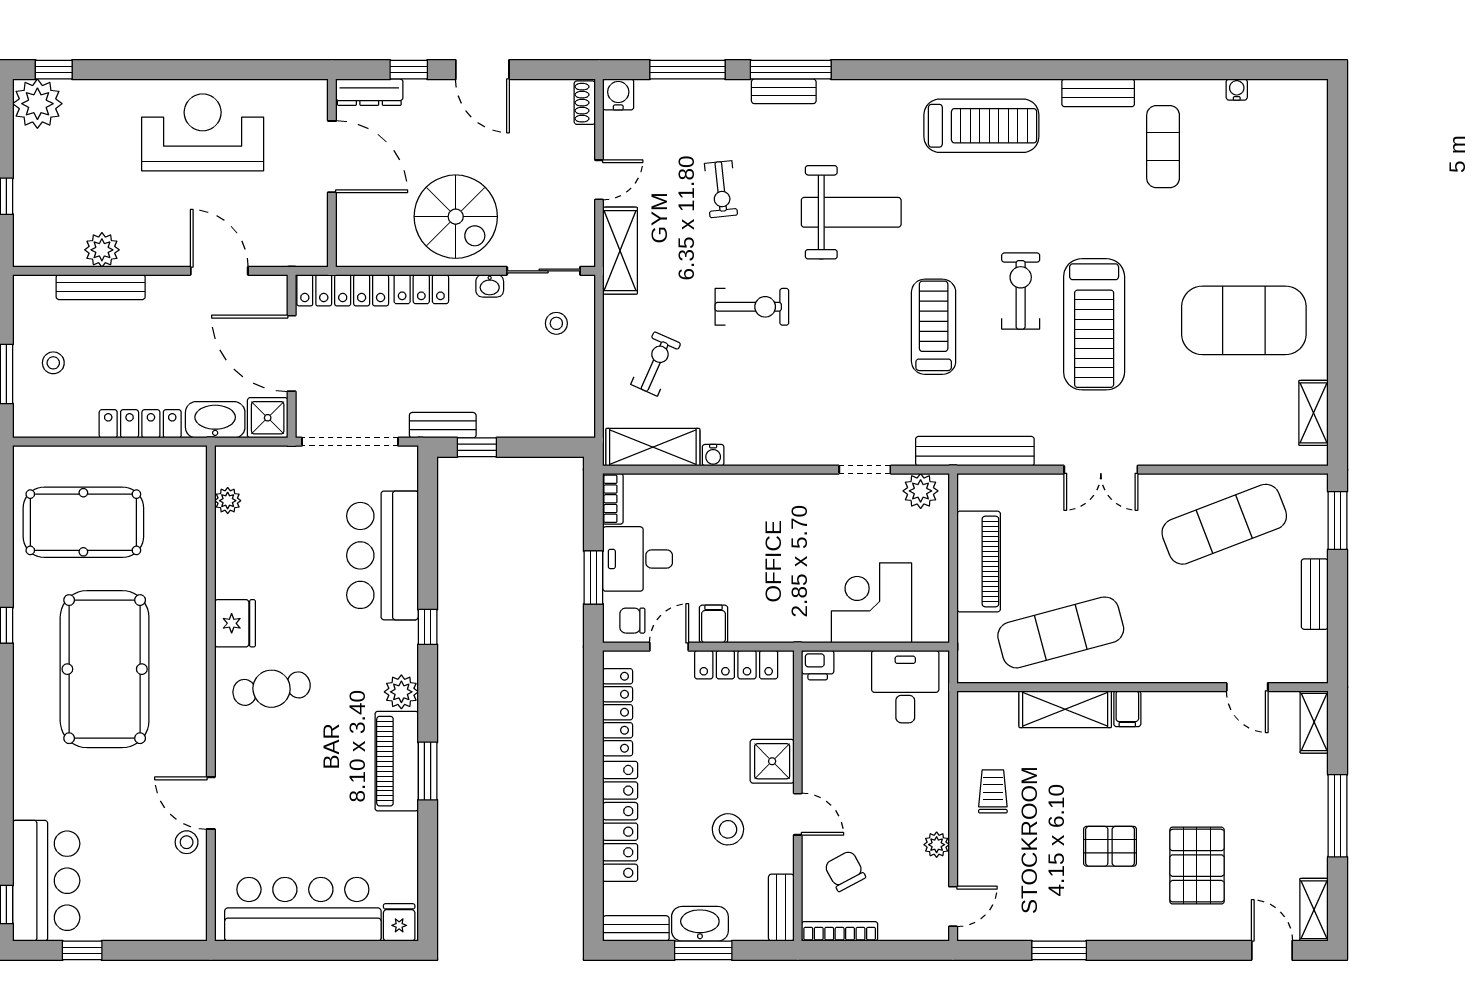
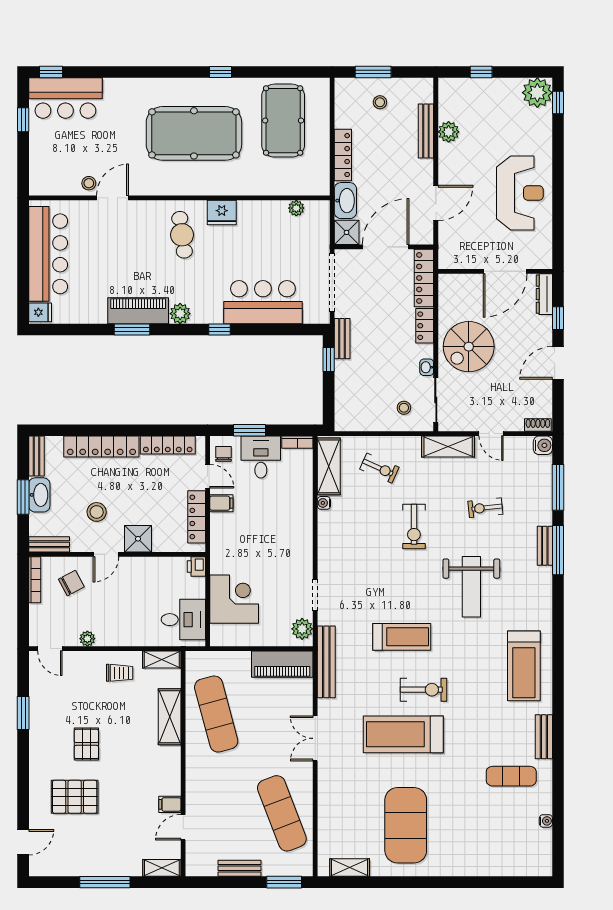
piano: (979, 561) -> (282, 664), moved
filing cabinet: (1127, 709) -> (170, 804), moved
shelving: (1314, 910) -> (162, 659), moved

